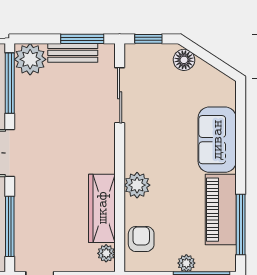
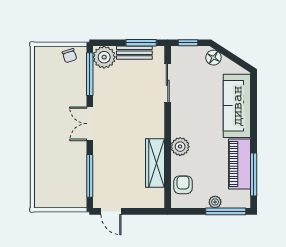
sofa: (217, 140) -> (237, 106), width x1.36
plant: (106, 253) -> (158, 195), removed

